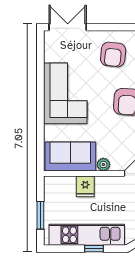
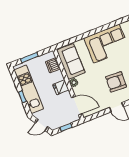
dishwasher: (65, 185) -> (53, 65), added
fridge: (85, 186) -> (61, 87), moved

